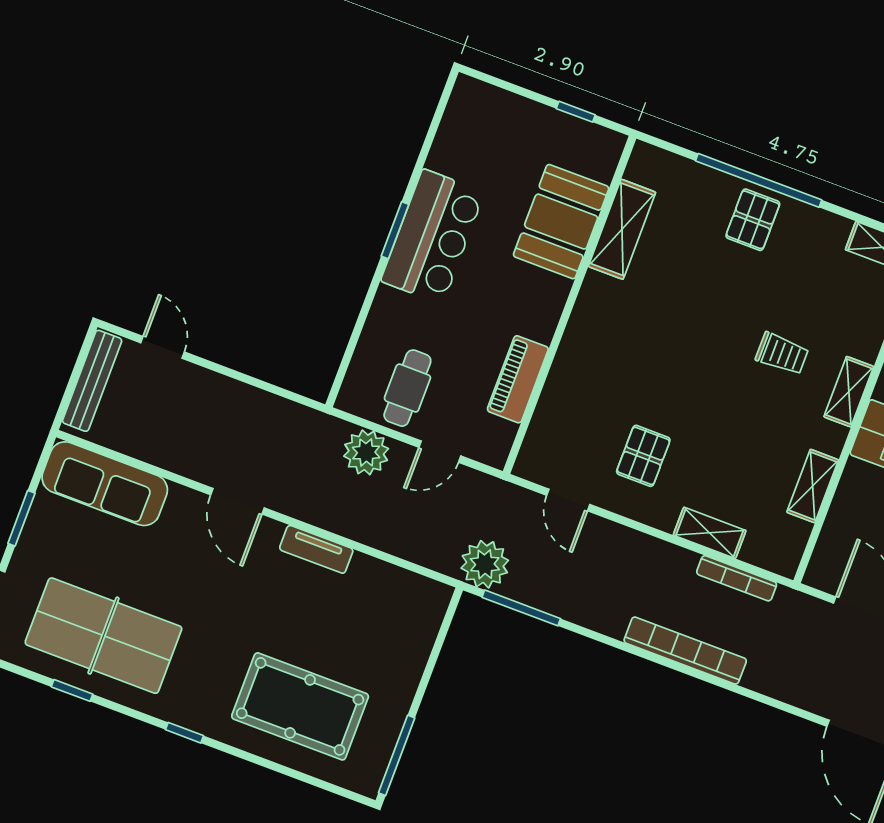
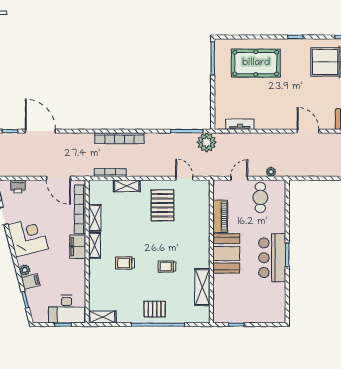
pallet: (753, 220) -> (155, 309), turned 90
booth: (561, 222) -> (226, 253), moved
trolley: (687, 309) -> (167, 267), added
shelving: (849, 392) -> (95, 245), moved
plant: (366, 452) -> (271, 172), width x0.53, depth x0.53
pallet: (643, 456) -> (162, 205), width x1.50, depth x1.42
bookcase: (840, 519) -> (80, 209), added
tv unit: (316, 549) -> (240, 124), moved

